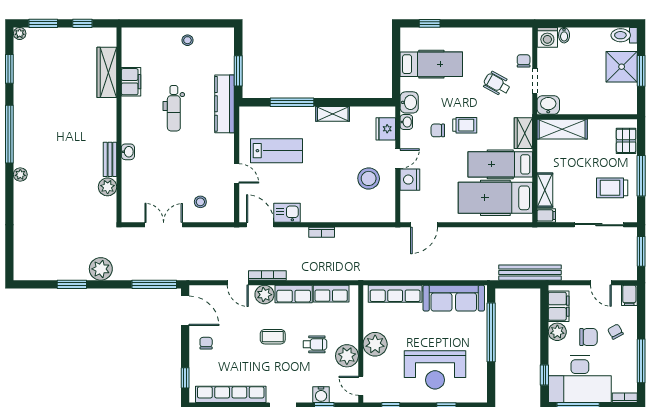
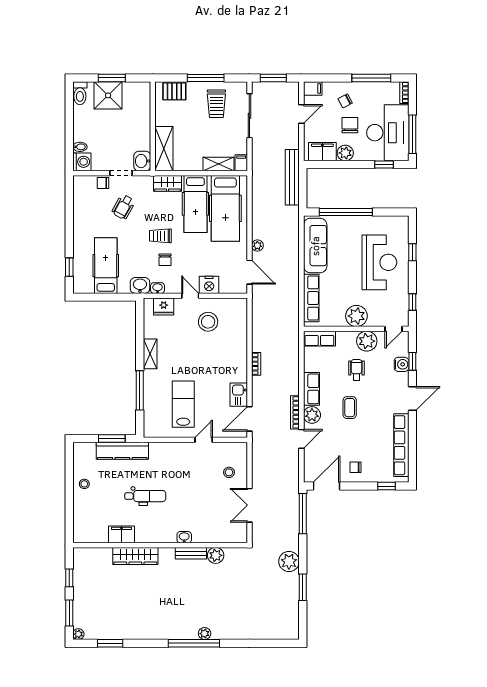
wardrobe: (107, 72) -> (135, 556), moved
kitchen counter: (225, 104) -> (122, 451), moved
trolley: (465, 125) -> (160, 236), turned -90
window: (9, 134) -> (194, 643), moved
plant: (454, 234) -> (257, 245), added
row of seats: (331, 294) -> (319, 339), moved, turned 90

